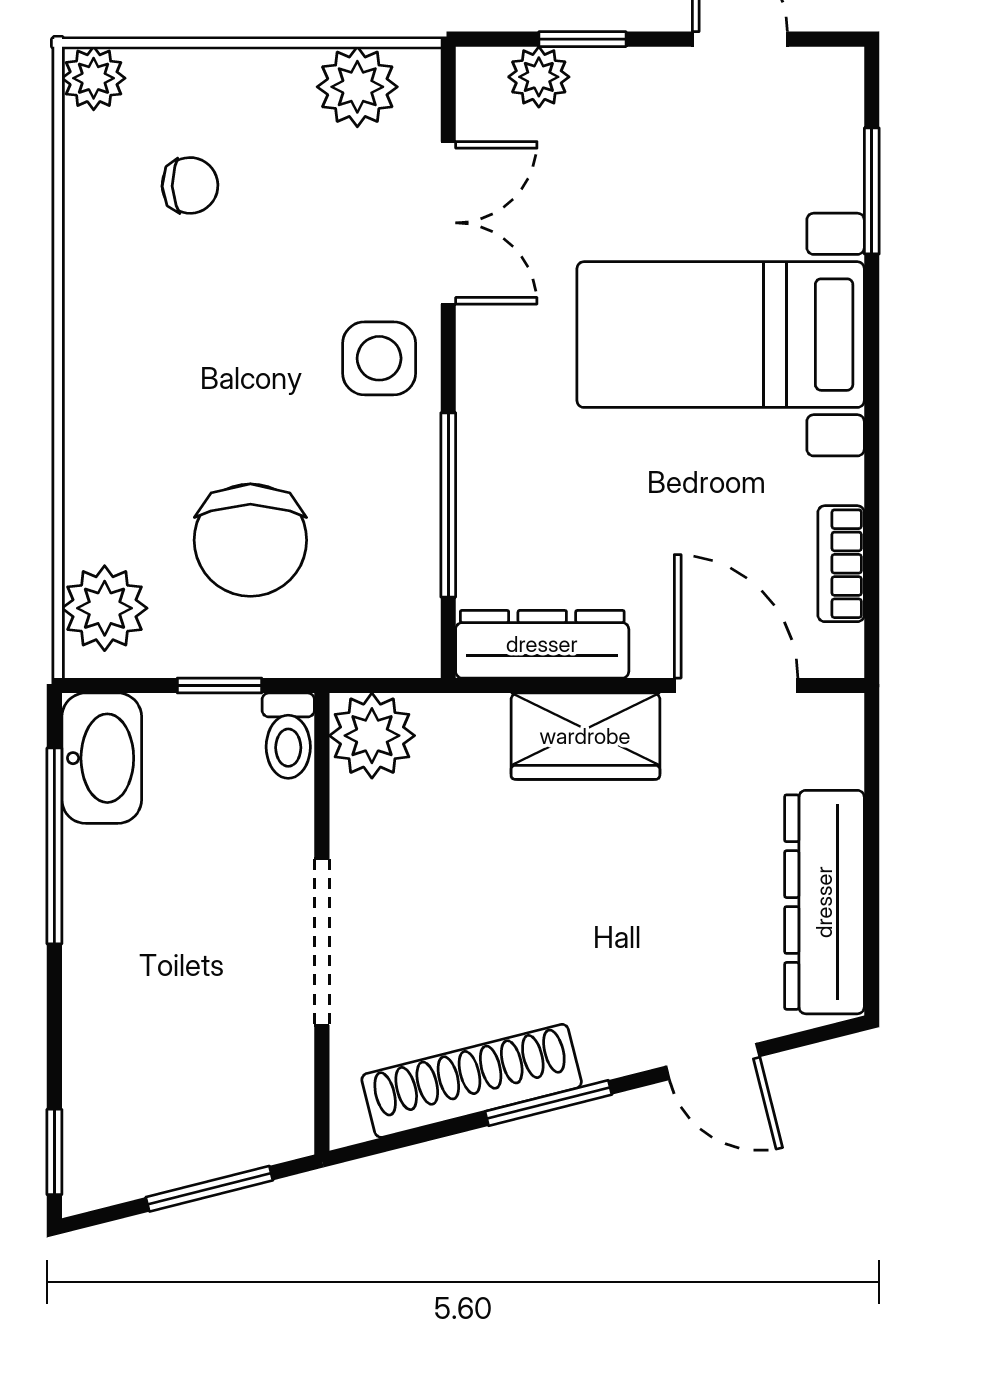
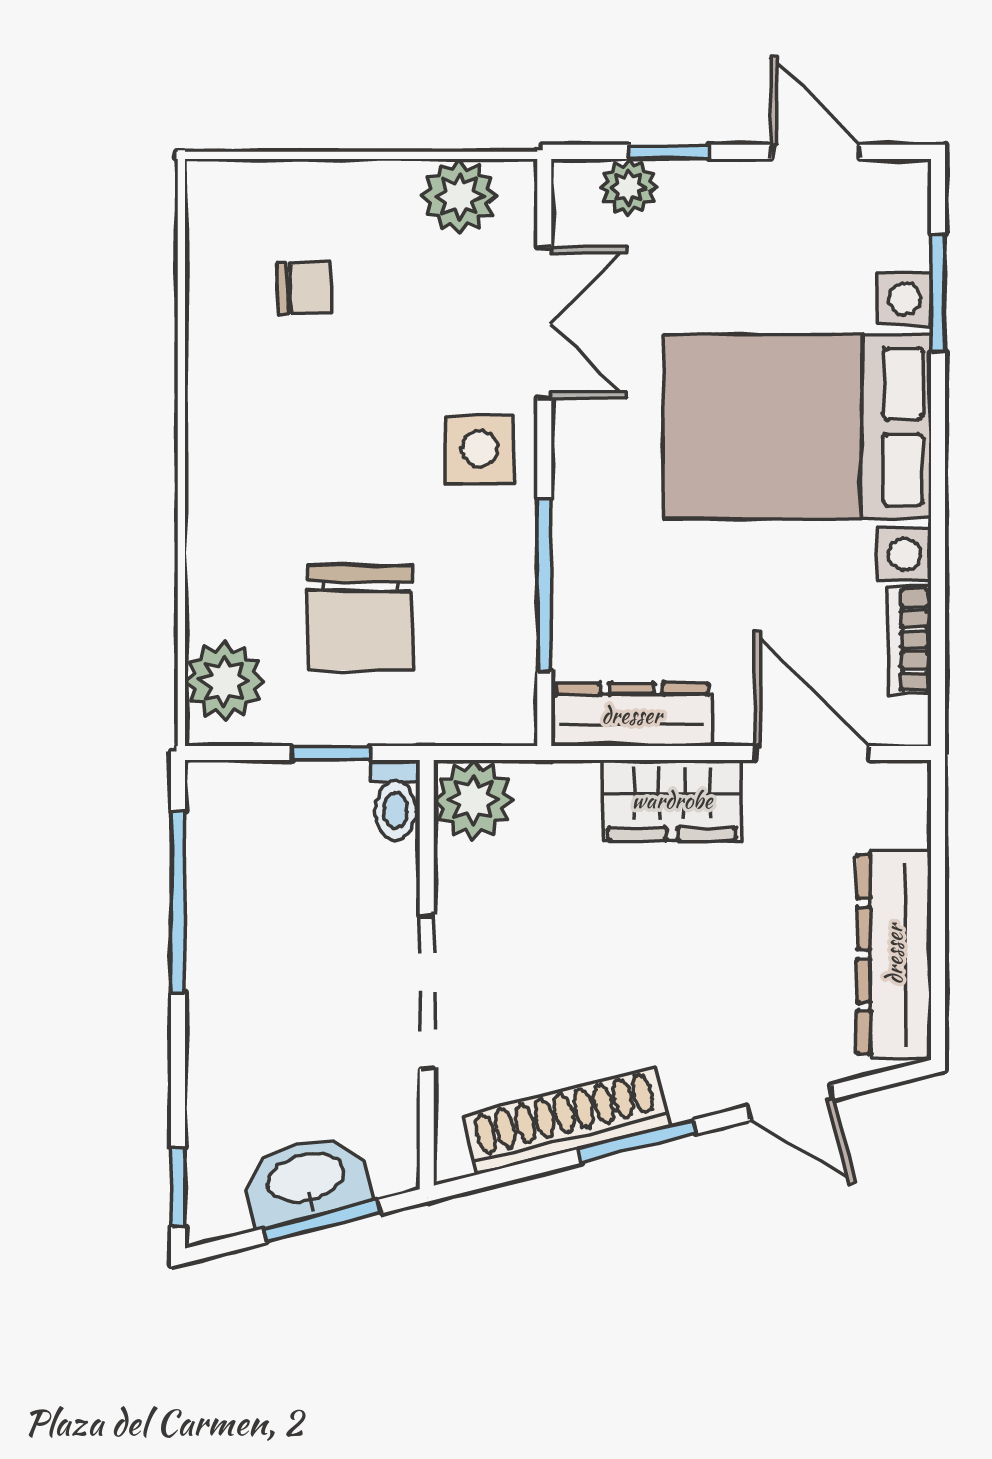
plant: (94, 78) -> (214, 188), removed
bed with nightstands: (721, 335) -> (798, 427), width x1.36
washbasin: (102, 758) -> (306, 1180), moved, turned -104

